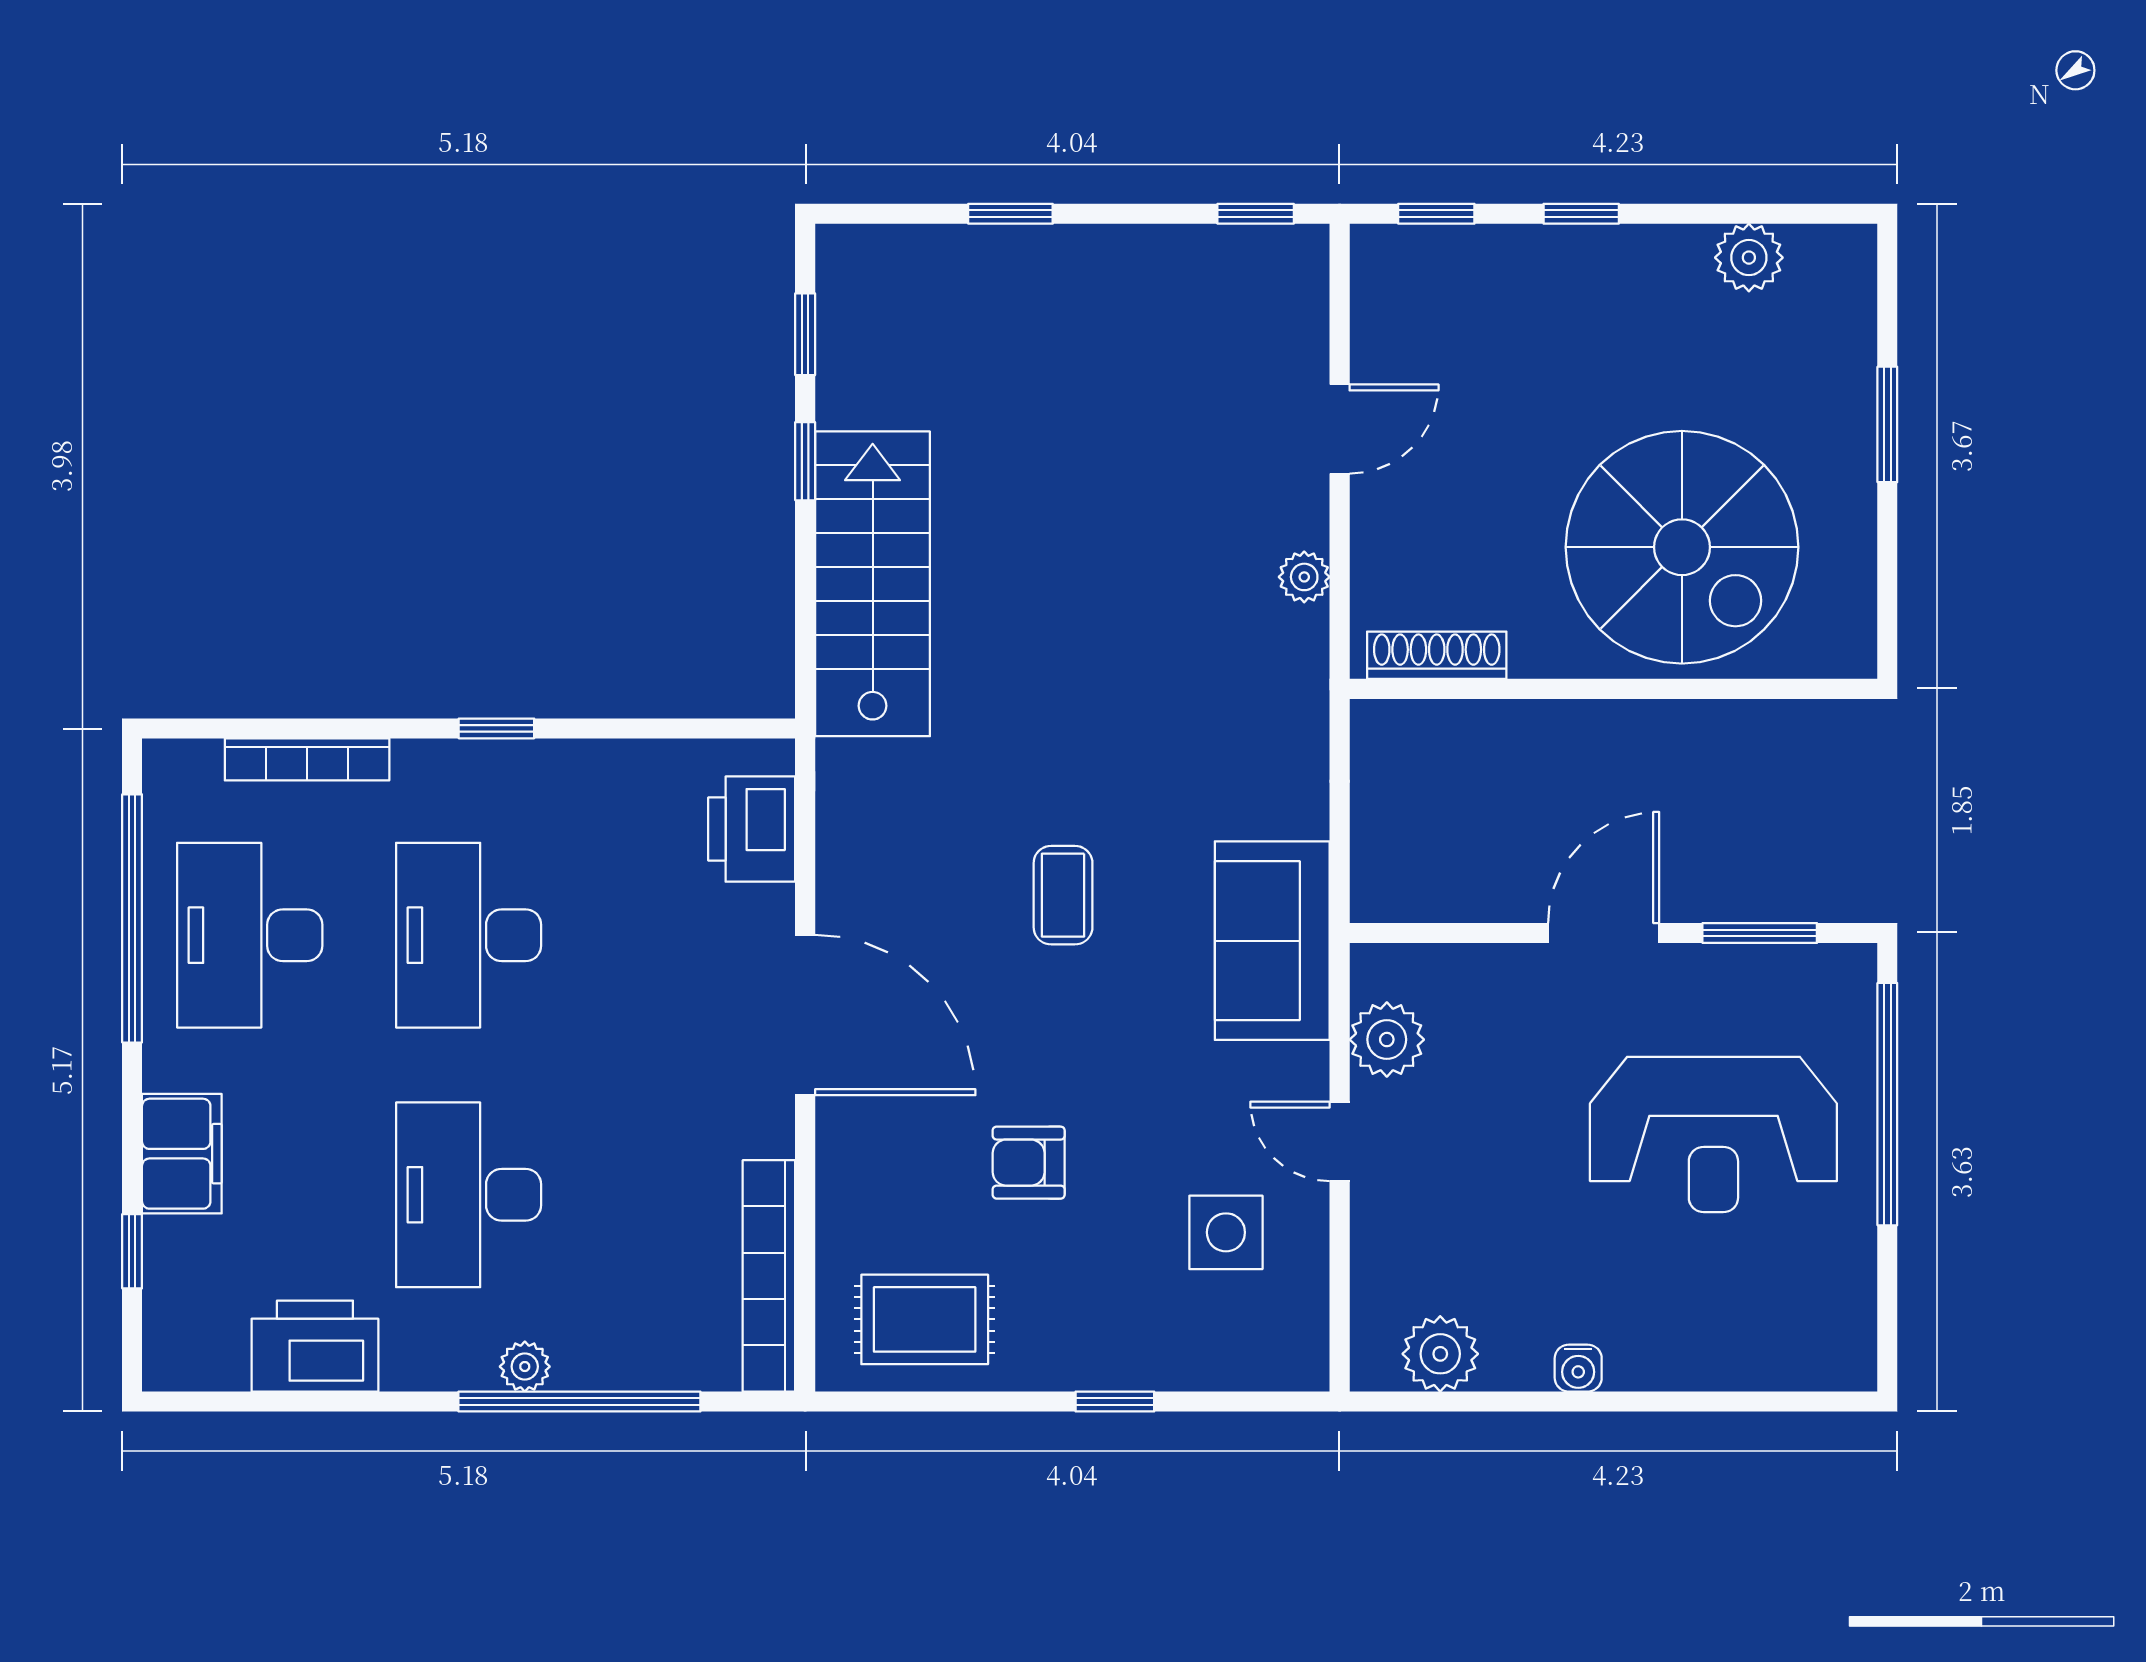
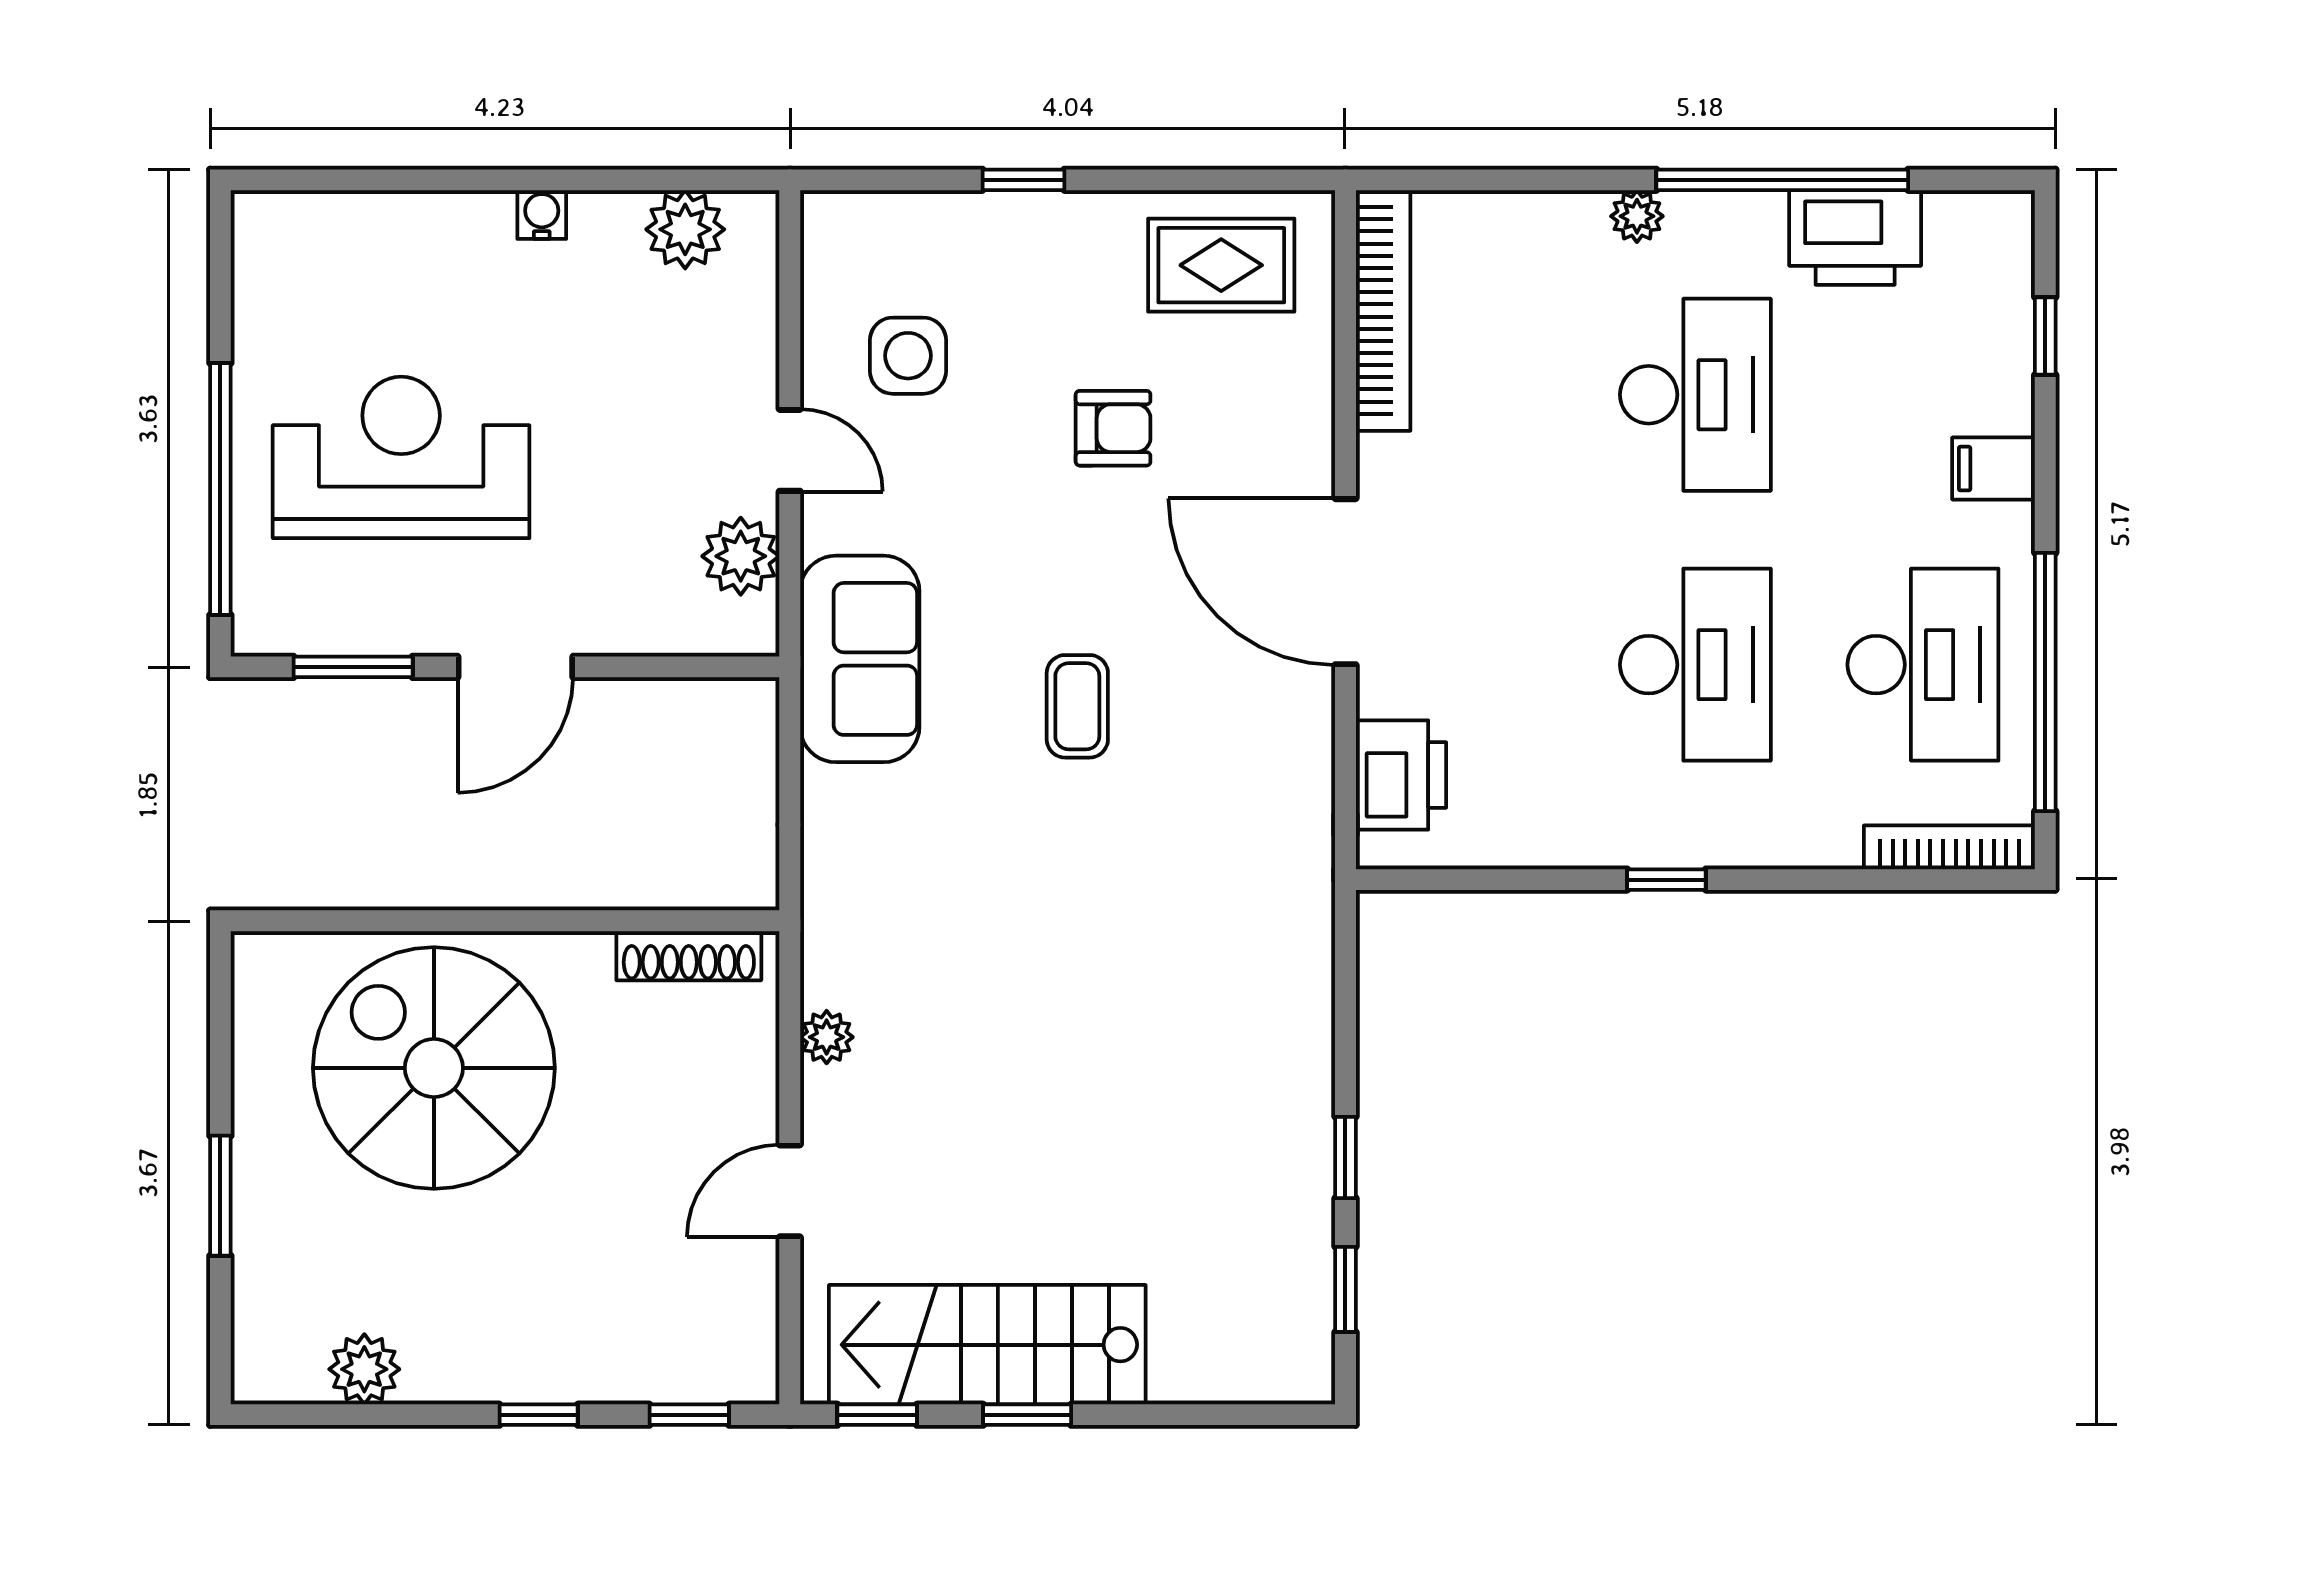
window: (1010, 214) -> (1027, 1415), moved
stairs: (873, 584) -> (987, 1345), moved, turned 90
bookcase: (307, 759) -> (1949, 847), moved
filing cabinet: (182, 1154) -> (1994, 469), width x0.50
window: (579, 1402) -> (1782, 180), moved

